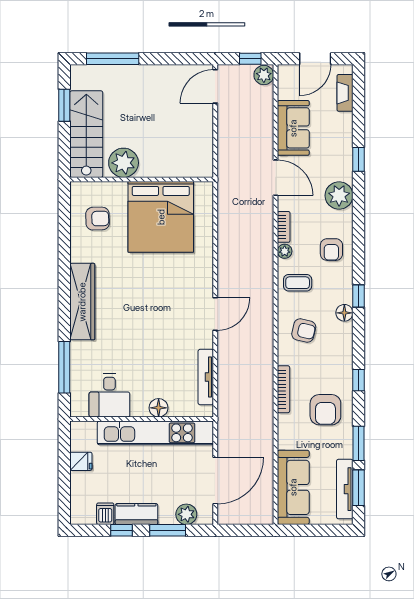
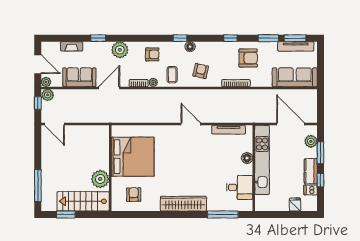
plant: (285, 72) -> (46, 82), added
fireplace: (345, 93) -> (72, 46), moved
fridge: (81, 461) -> (295, 205), moved

